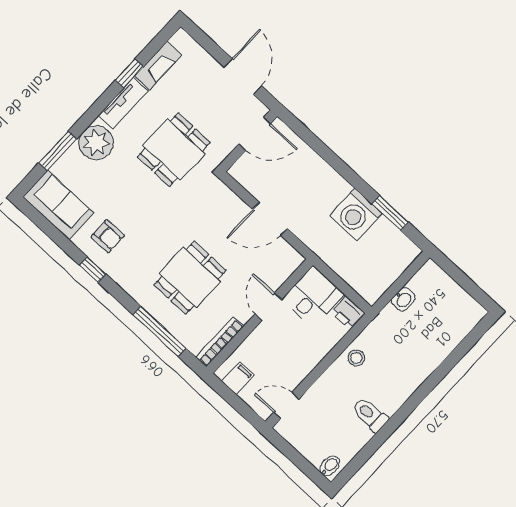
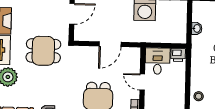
dining table: (174, 150) -> (43, 51), turned 90
stool: (356, 358) -> (199, 96), moved

